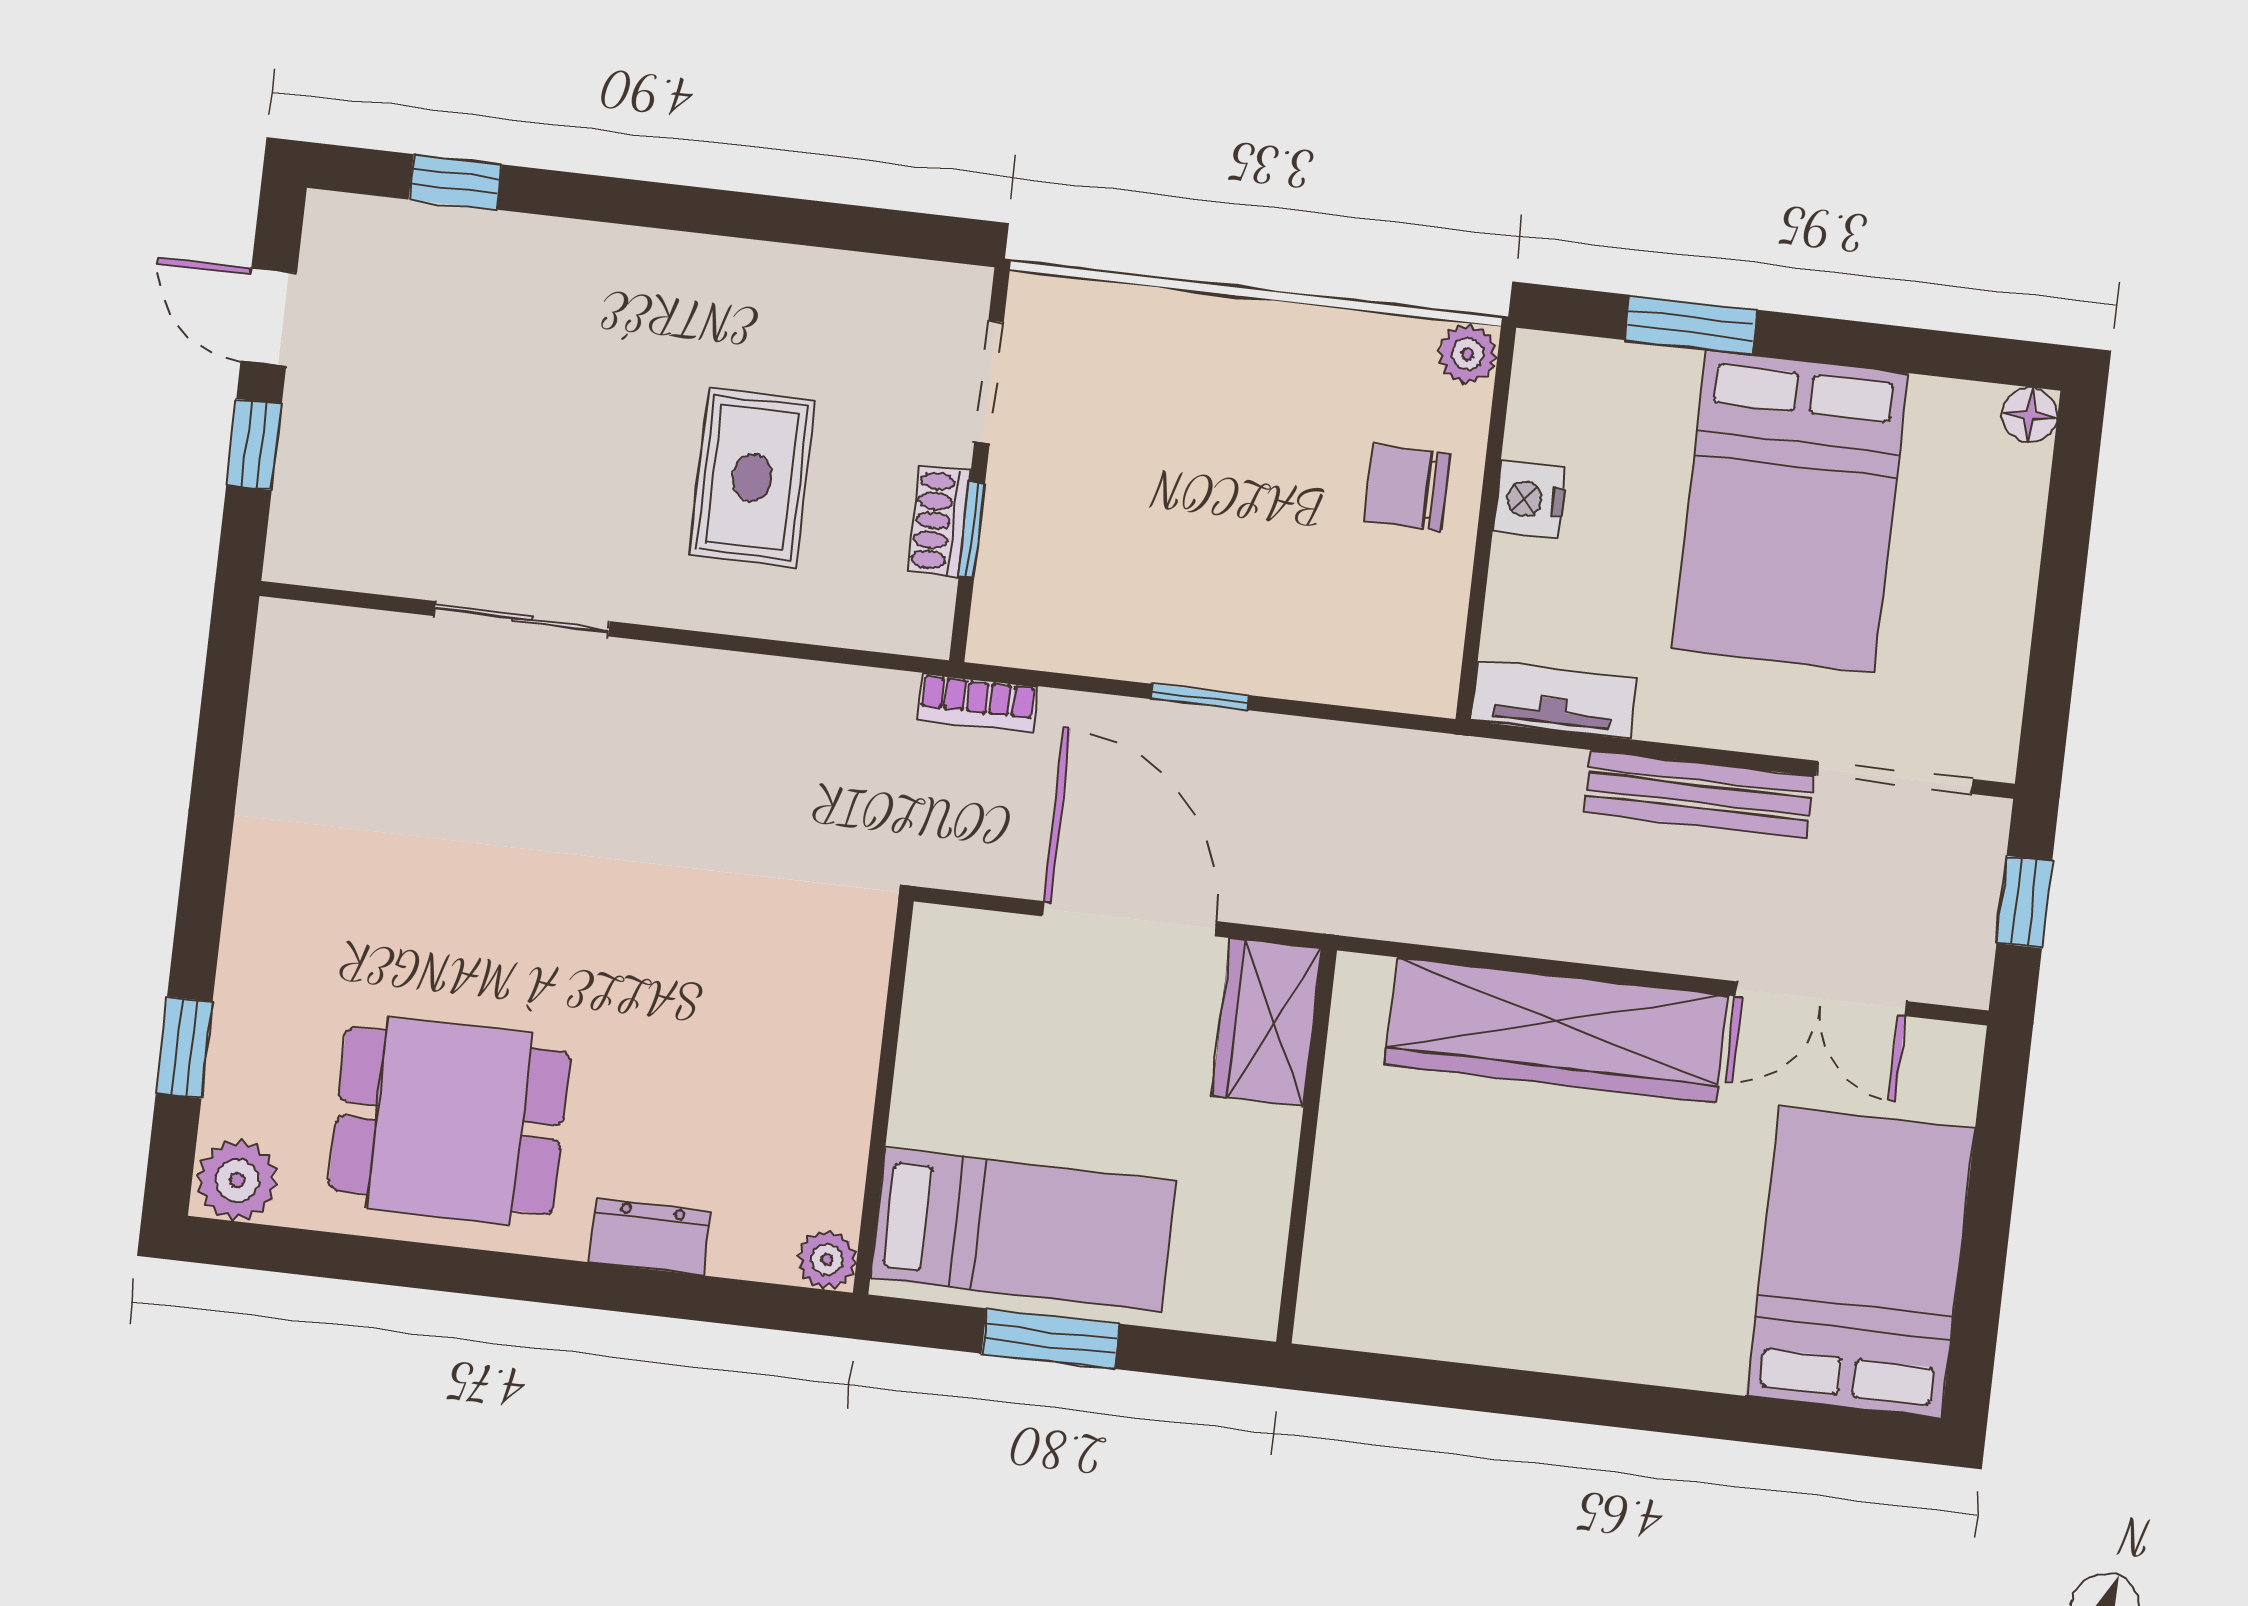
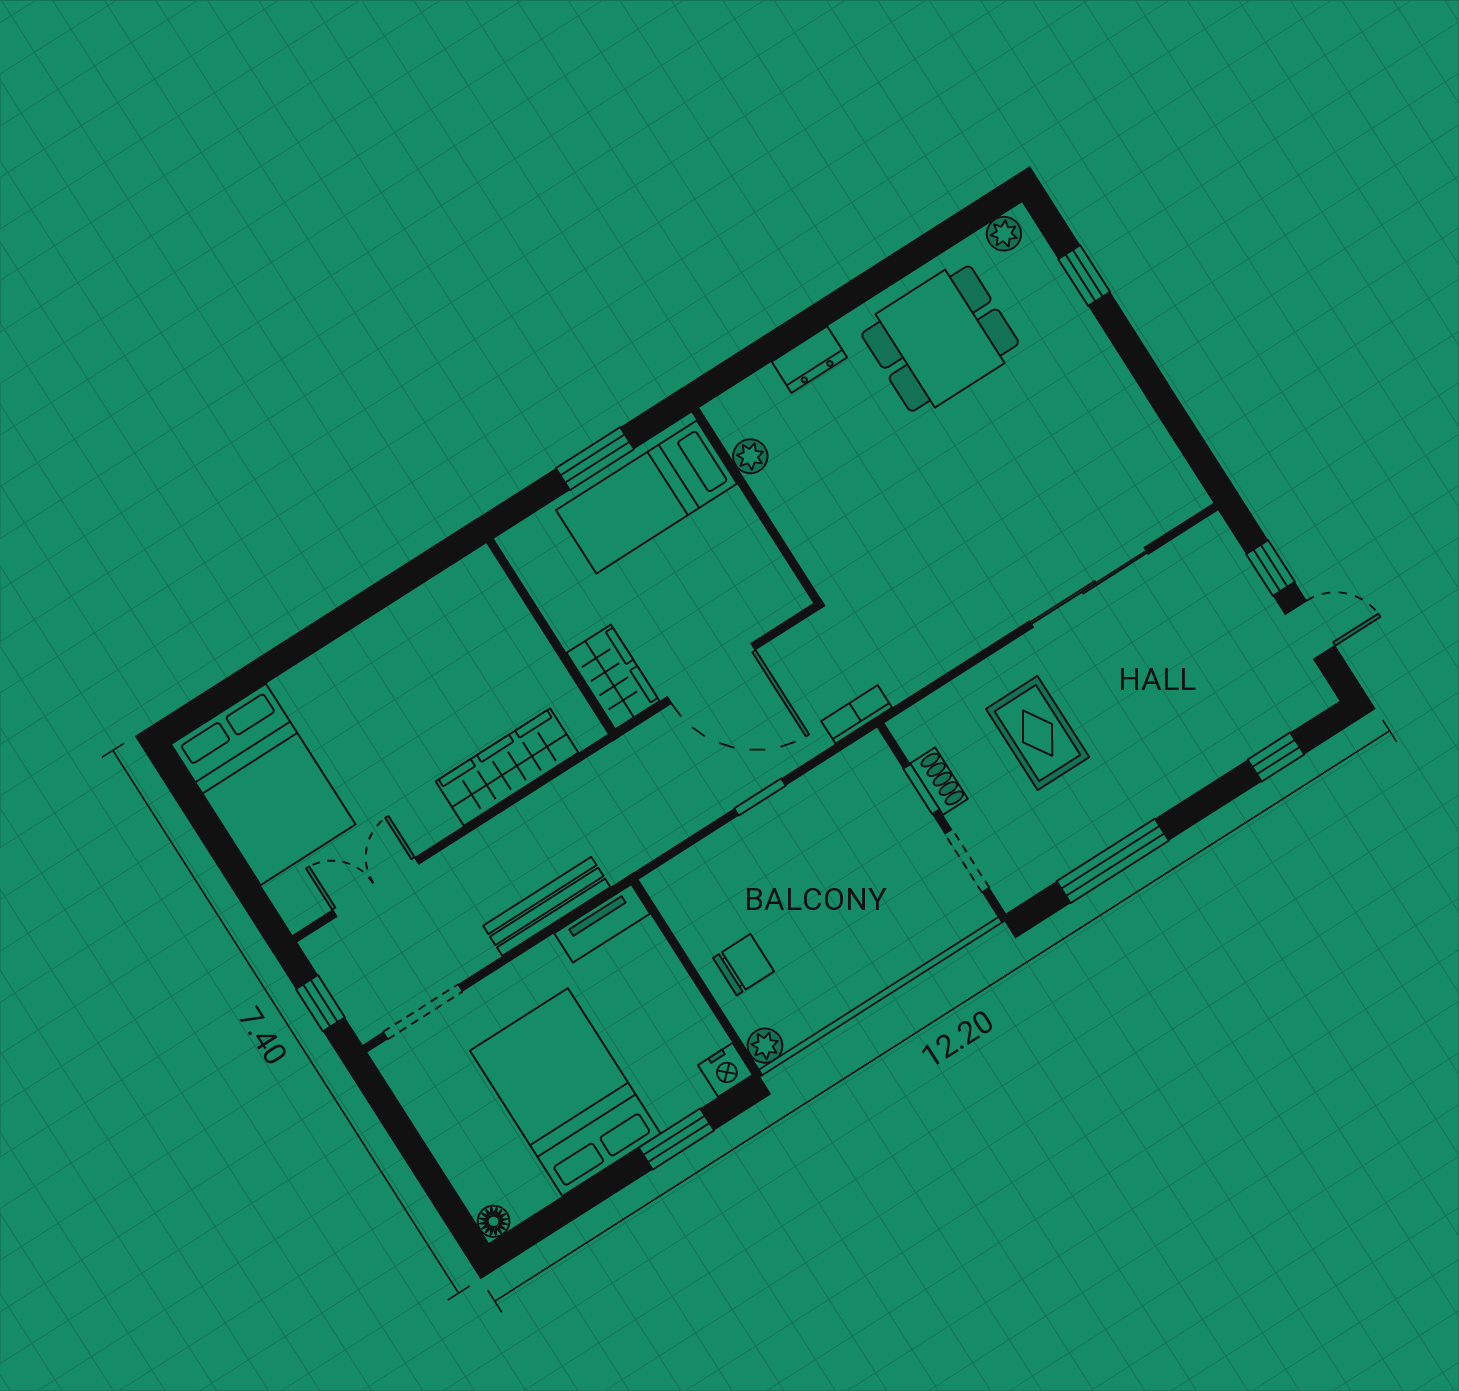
window: (791, 221) -> (1113, 861), added
nightstand: (1530, 499) -> (725, 1070), moved, turned 90
sliding door: (522, 619) -> (1089, 587), width x1.37
bench: (1699, 794) -> (547, 906), moved
wardrobe: (1557, 1030) -> (507, 767), width x0.71, depth x0.85
plant: (237, 1180) -> (1004, 234), width x0.73, depth x0.73
plant: (827, 1260) -> (750, 456), moved

